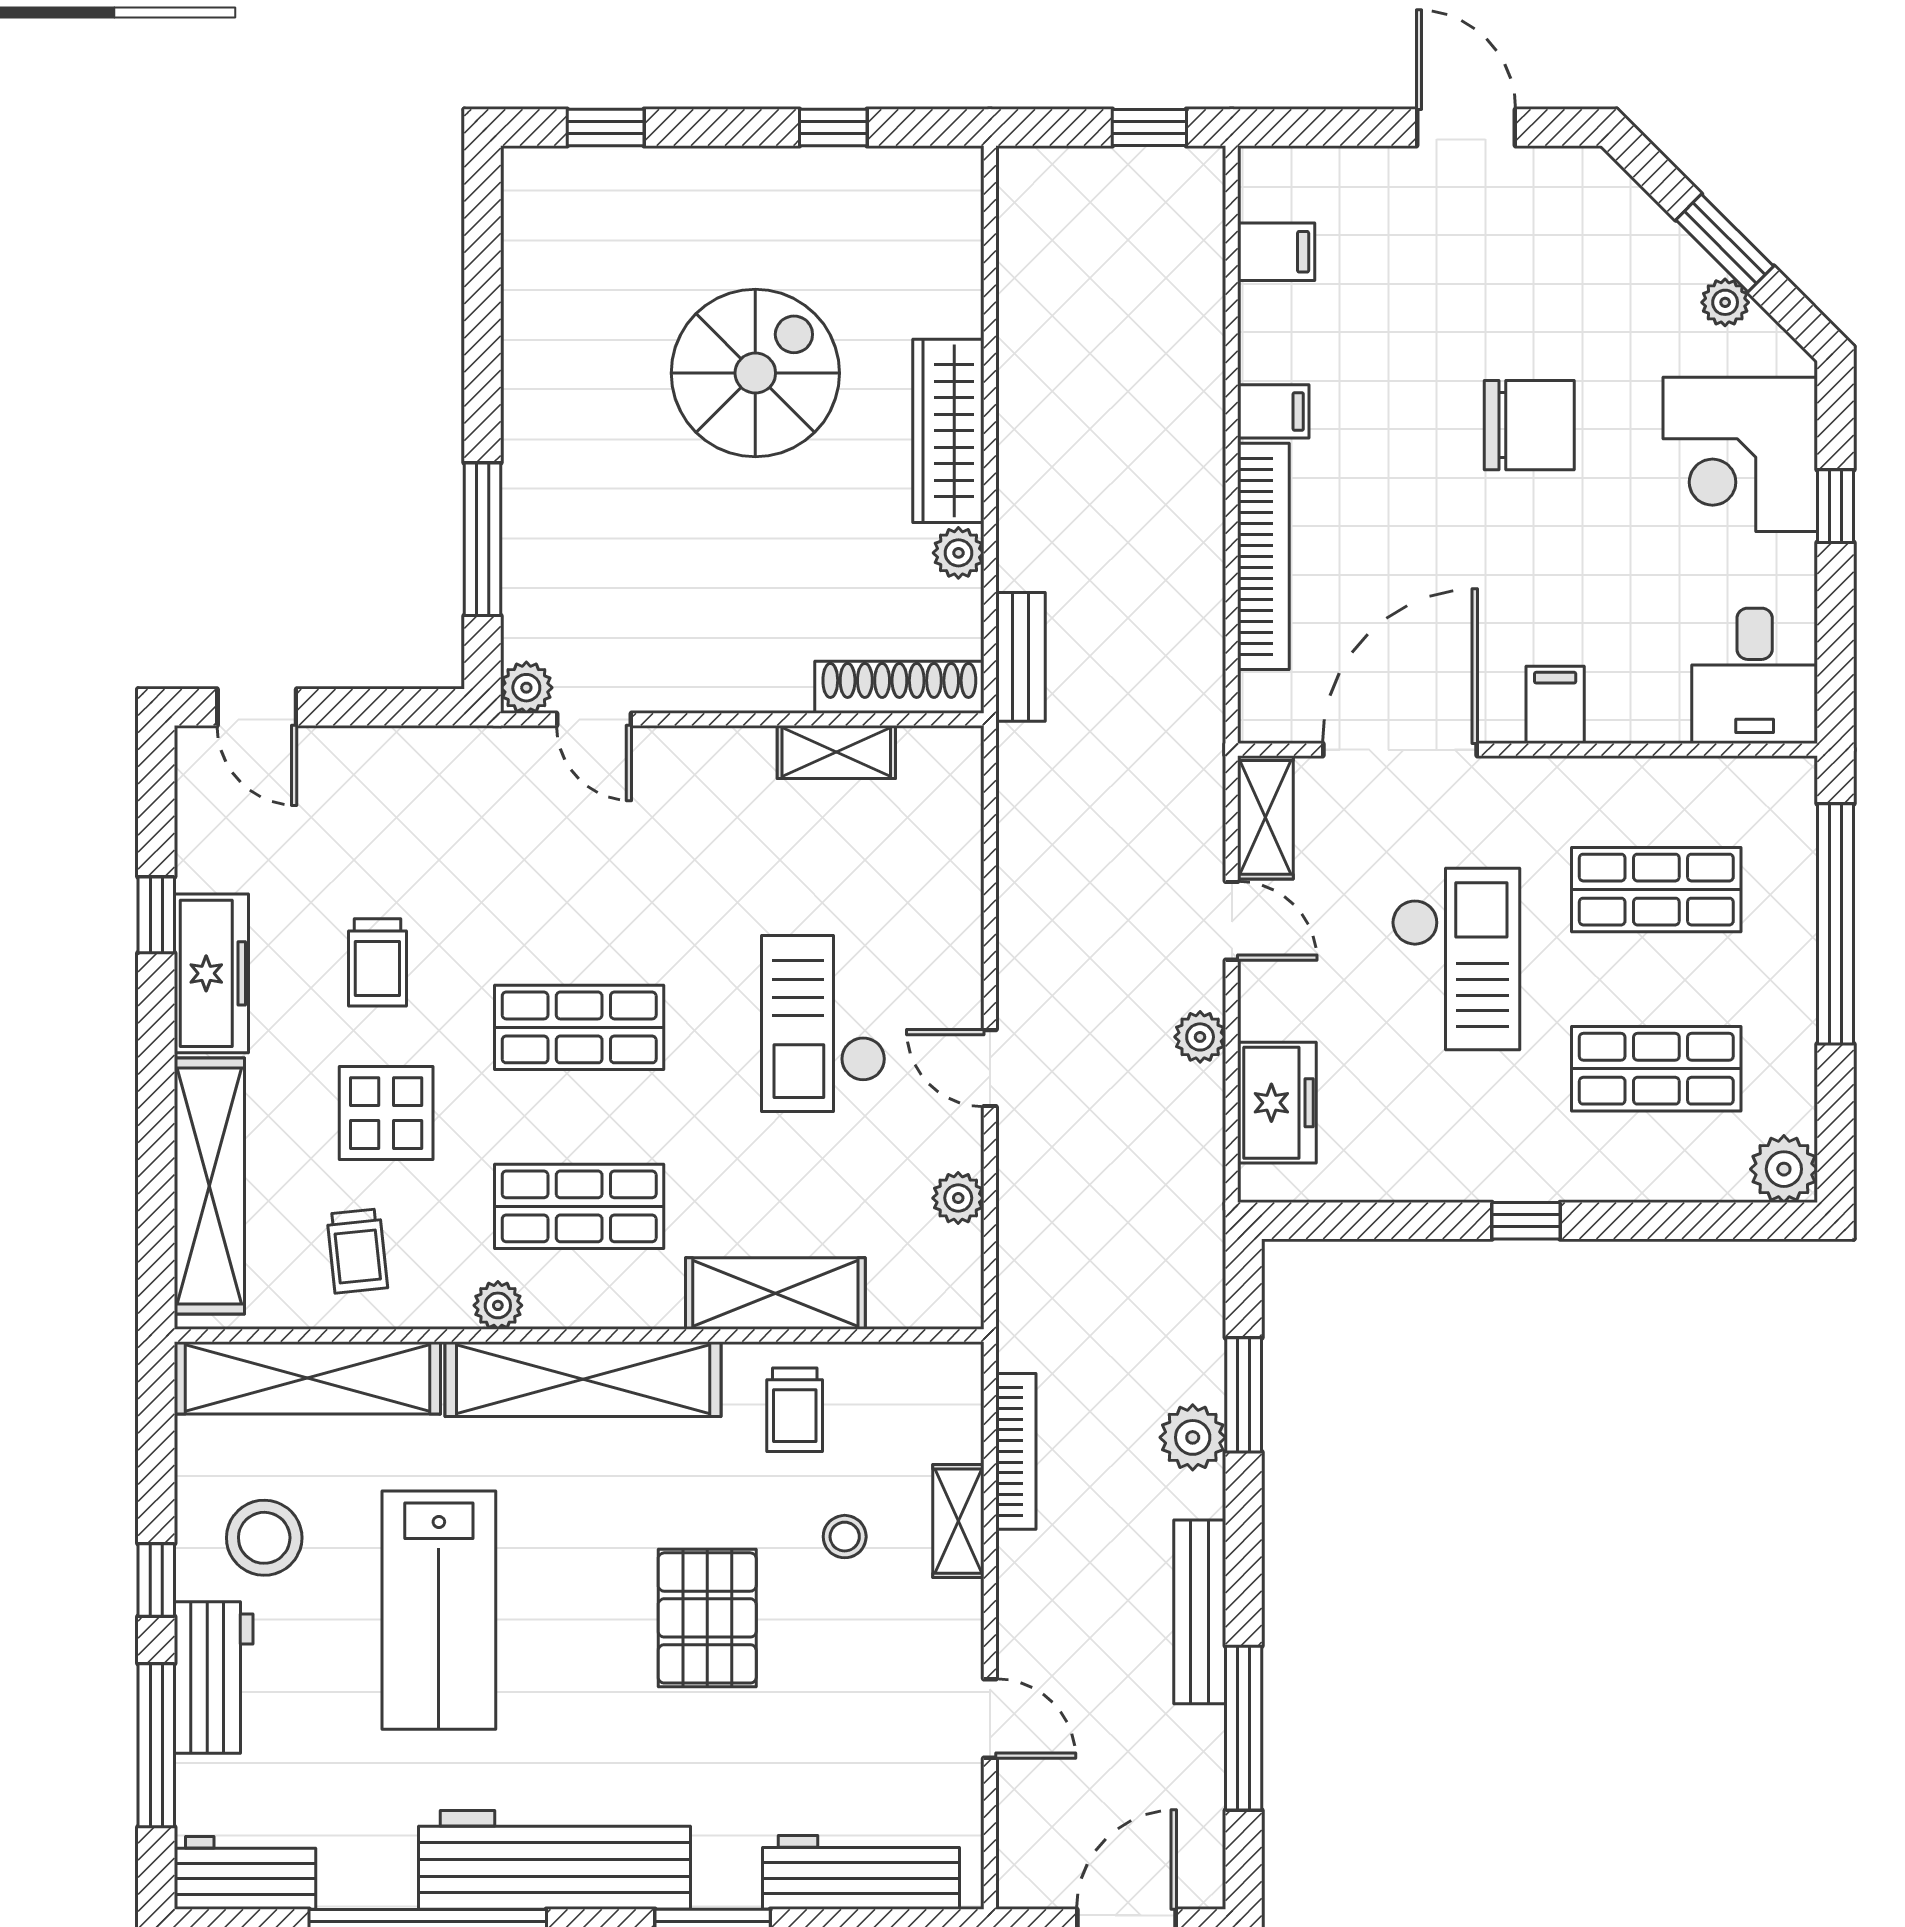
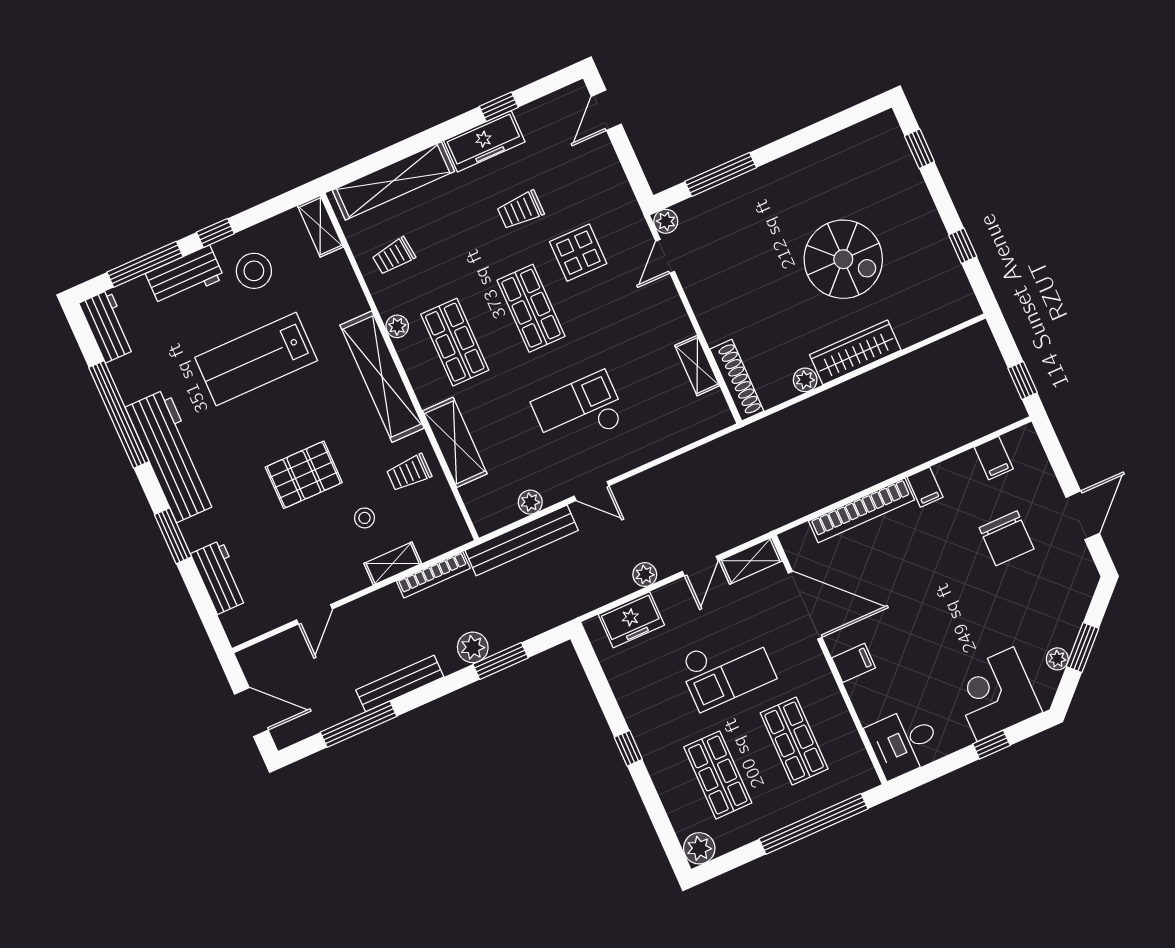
chair: (1529, 425) -> (1007, 538), moved
bench: (1021, 657) -> (522, 540), moved, width x1.86, depth x1.21
door: (990, 1068) -> (592, 491), swing flipped
display table: (386, 1113) -> (578, 253), moved
shelving: (307, 1378) -> (320, 226), width x0.45, depth x0.75
workbench: (861, 1872) -> (219, 577), width x0.73

